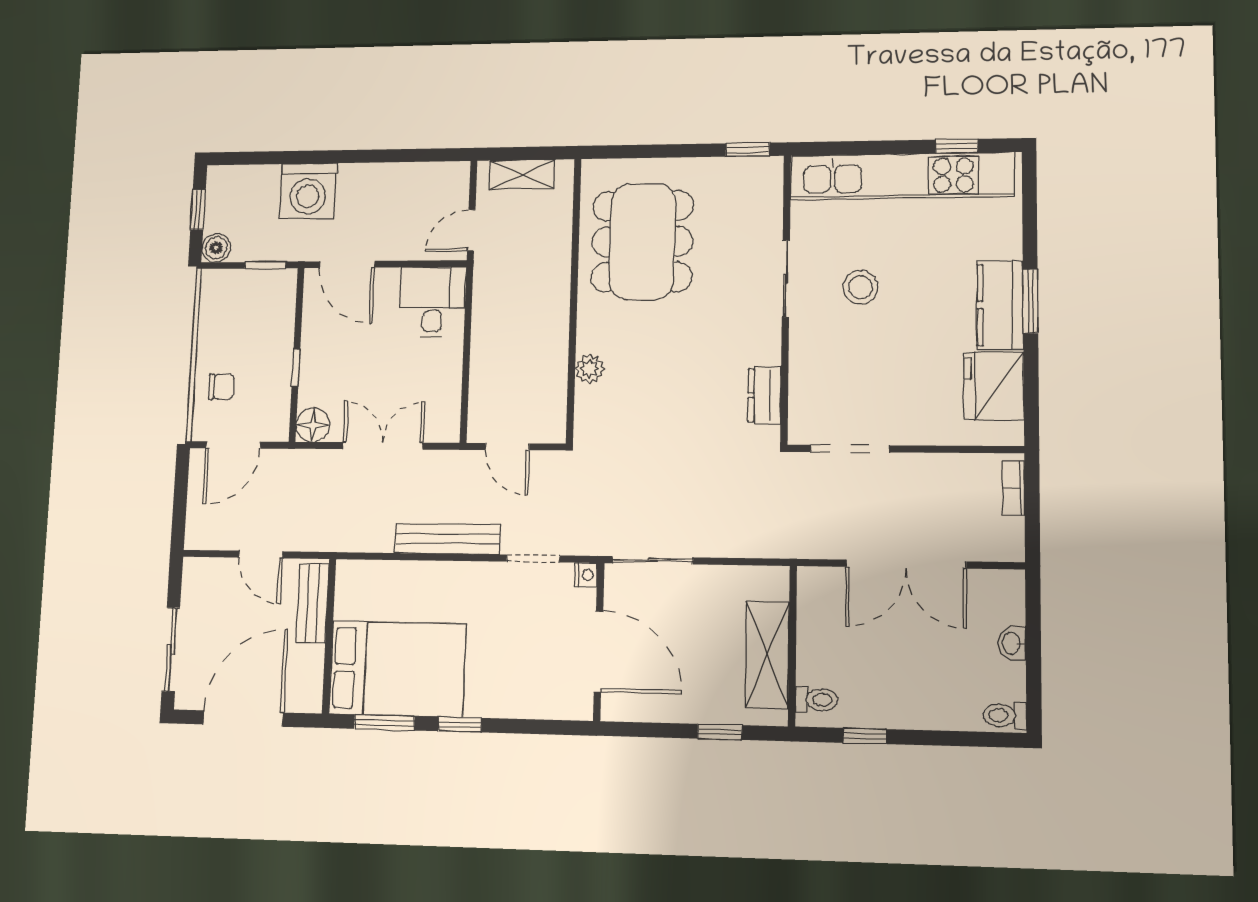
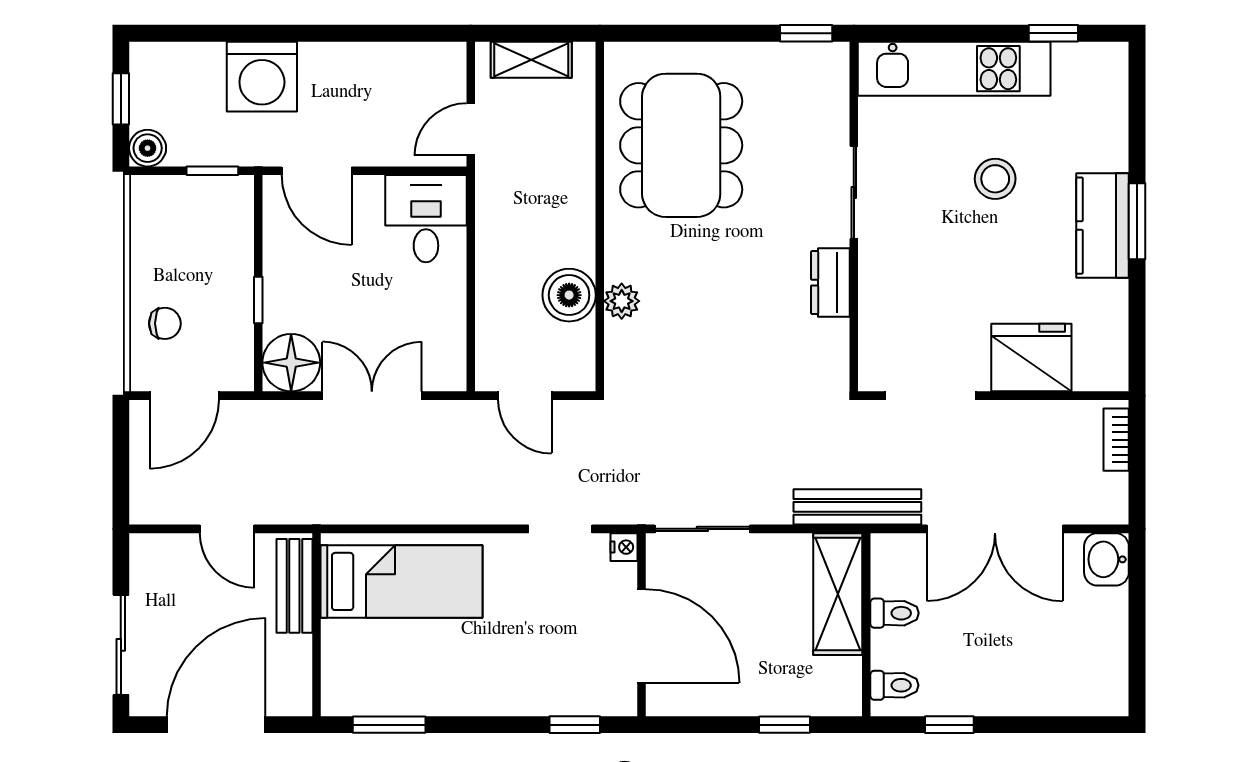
kitchen unit: (902, 176) -> (954, 69), width x0.73
stool: (861, 287) -> (995, 179), moved
boiler: (546, 364) -> (569, 295), added
fridge: (994, 386) -> (1031, 358), moved, turned 90
dresser: (764, 395) -> (830, 283), moved
floor lamp: (313, 425) -> (291, 363), width x1.38, depth x1.38
bench: (448, 539) -> (857, 507), moved
washbasin: (1012, 643) -> (1106, 559), moved, width x1.38, depth x1.45
shelving: (767, 655) -> (838, 594), moved
bed: (397, 669) -> (402, 581), moved, width x0.67
toilet: (1005, 715) -> (895, 613), moved, turned 180
window: (460, 725) -> (575, 725), moved

